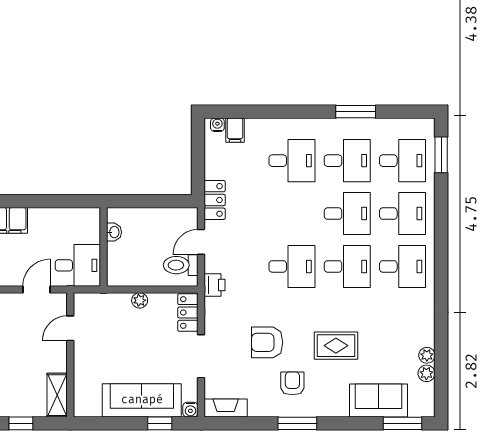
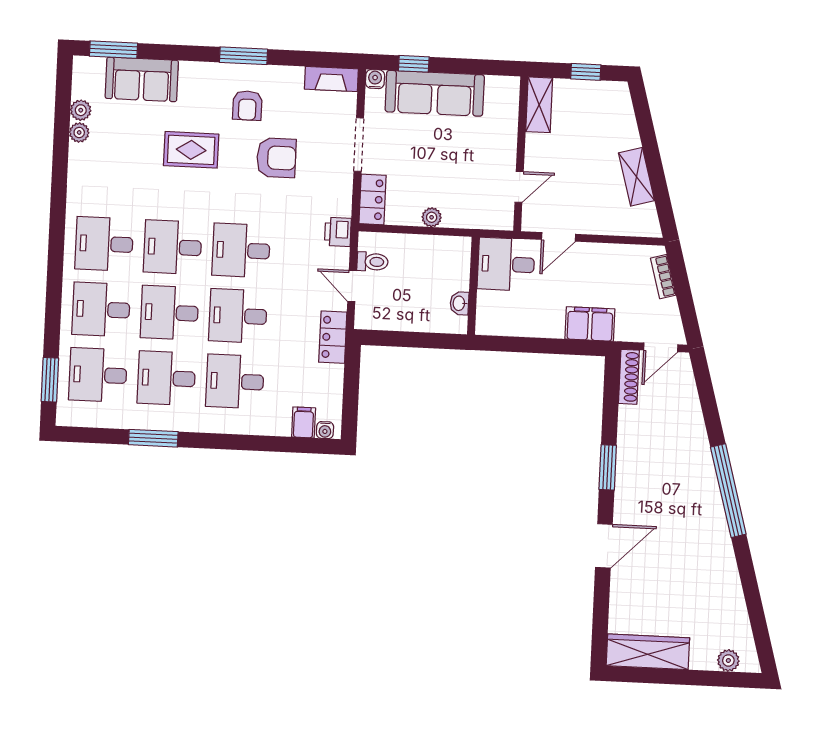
desk: (292, 214) -> (238, 316), added
door: (201, 242) -> (352, 286), swing flipped
toilet: (181, 265) -> (372, 262), width x0.73, depth x0.72

